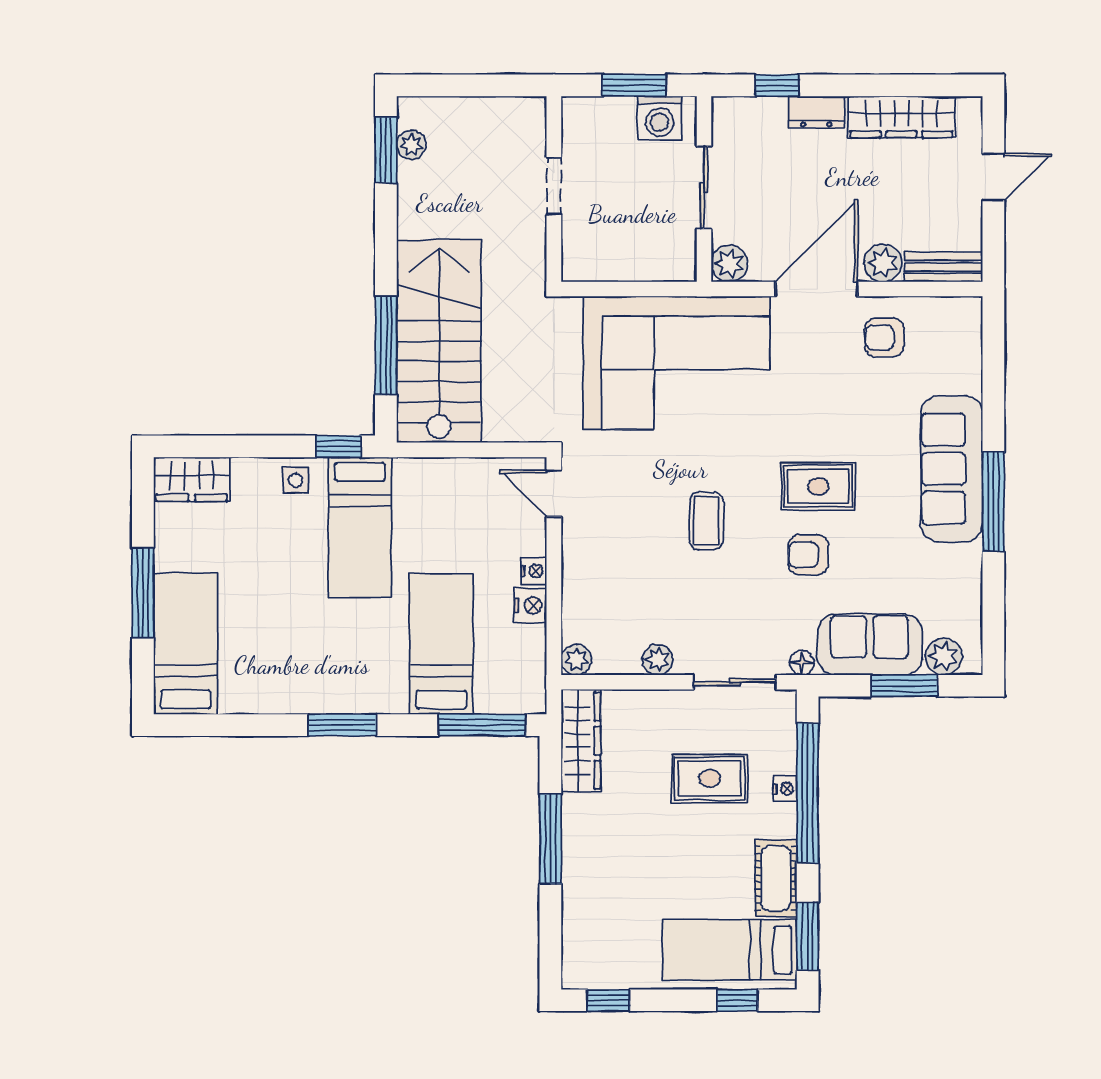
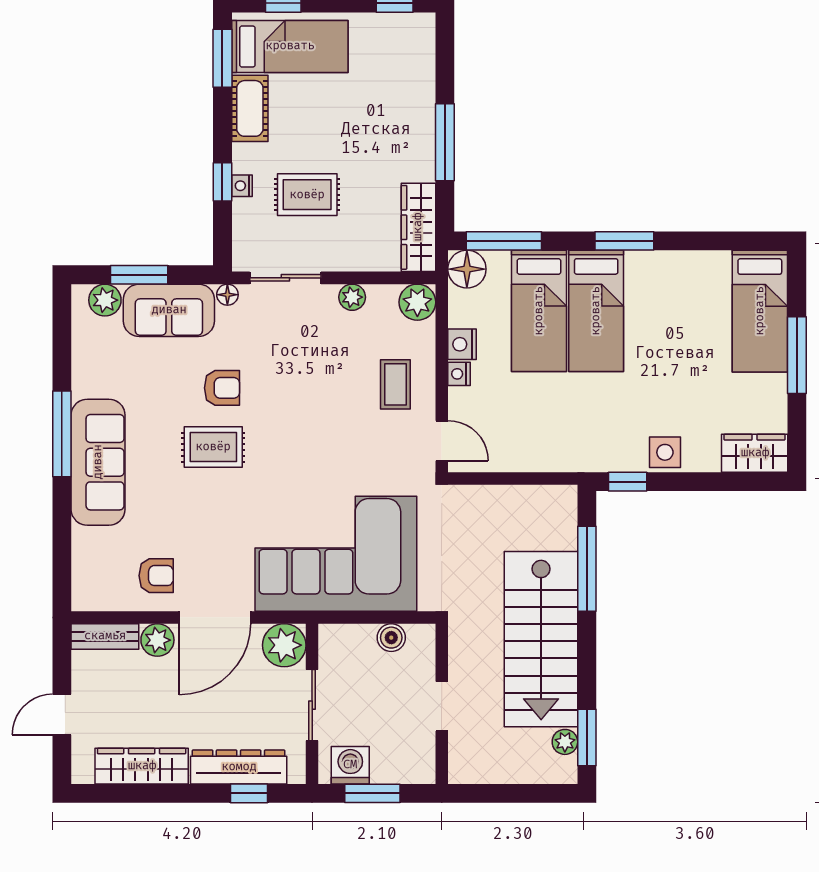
dresser: (816, 112) -> (239, 767), width x1.96, depth x1.24
plant: (729, 264) -> (284, 645), width x1.36, depth x1.36
boiler: (612, 266) -> (391, 638), added
stairs: (439, 341) -> (541, 639), moved
side table: (296, 480) -> (665, 452), width x1.37, depth x1.37
coffee table: (706, 521) -> (395, 384), moved
bed: (360, 527) -> (596, 311), moved, turned 180
plant: (576, 660) -> (417, 302), width x1.38, depth x1.38
floor lamp: (525, 692) -> (467, 269), added
window: (808, 793) -> (222, 182), width x0.32

